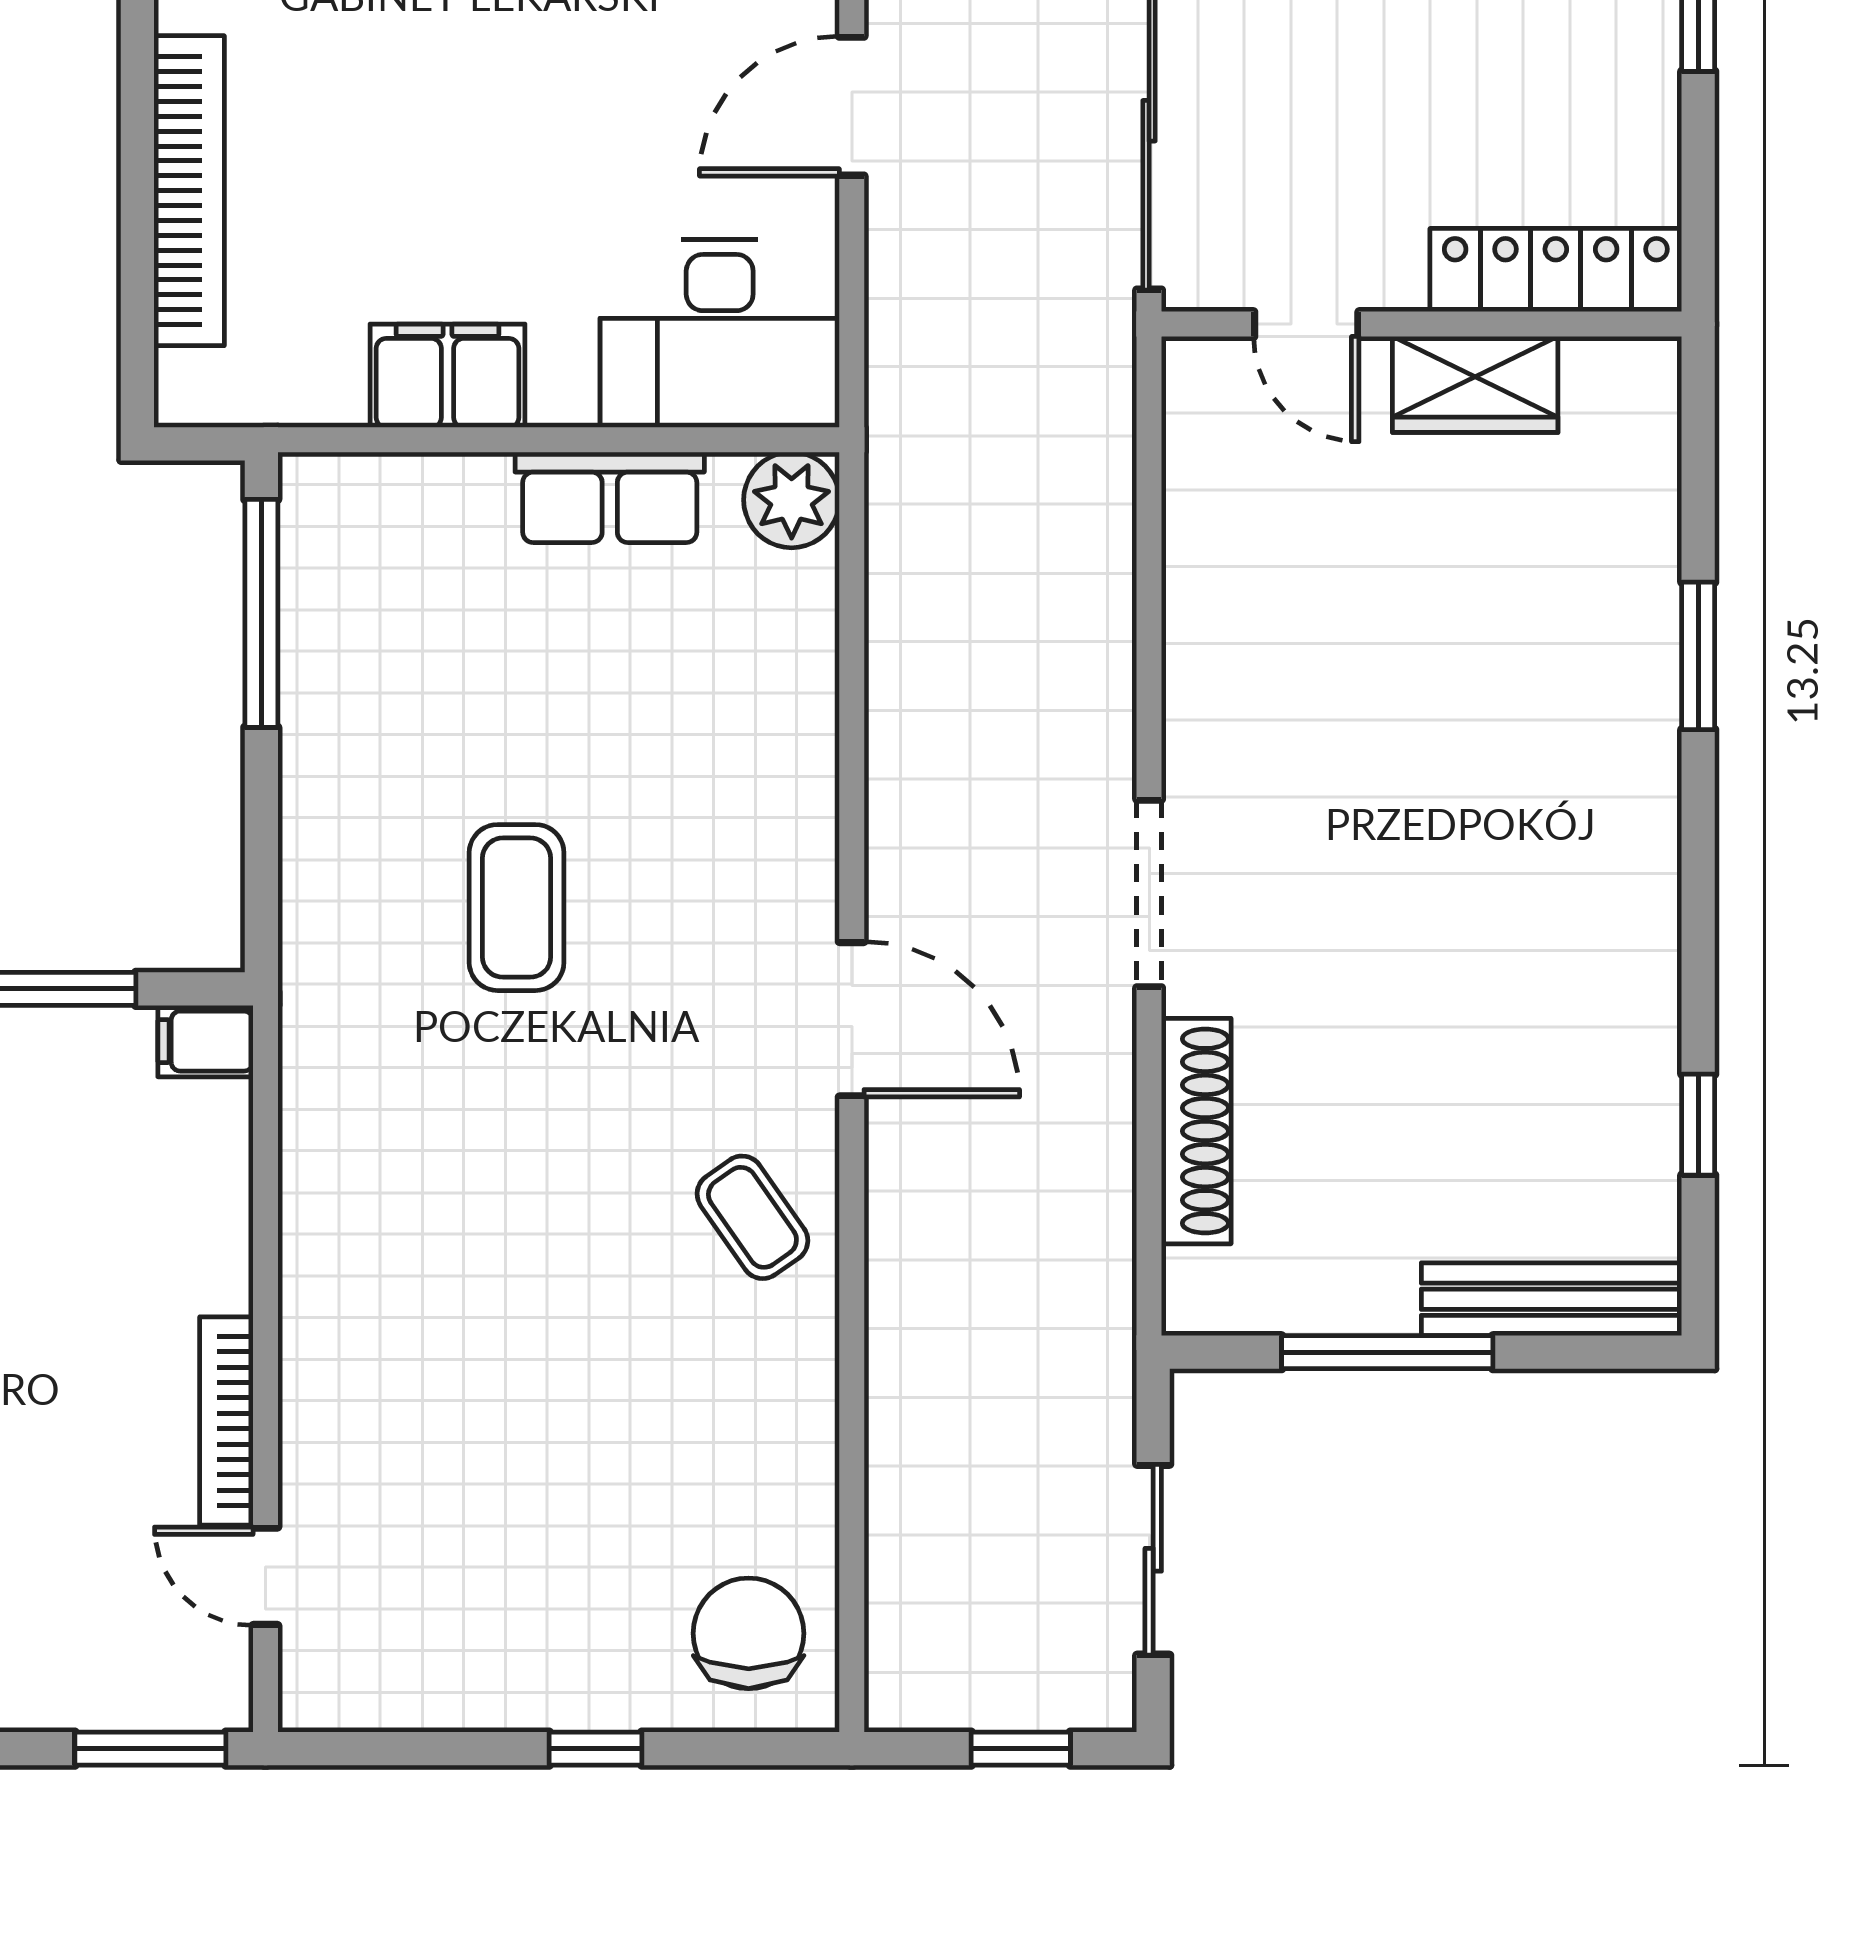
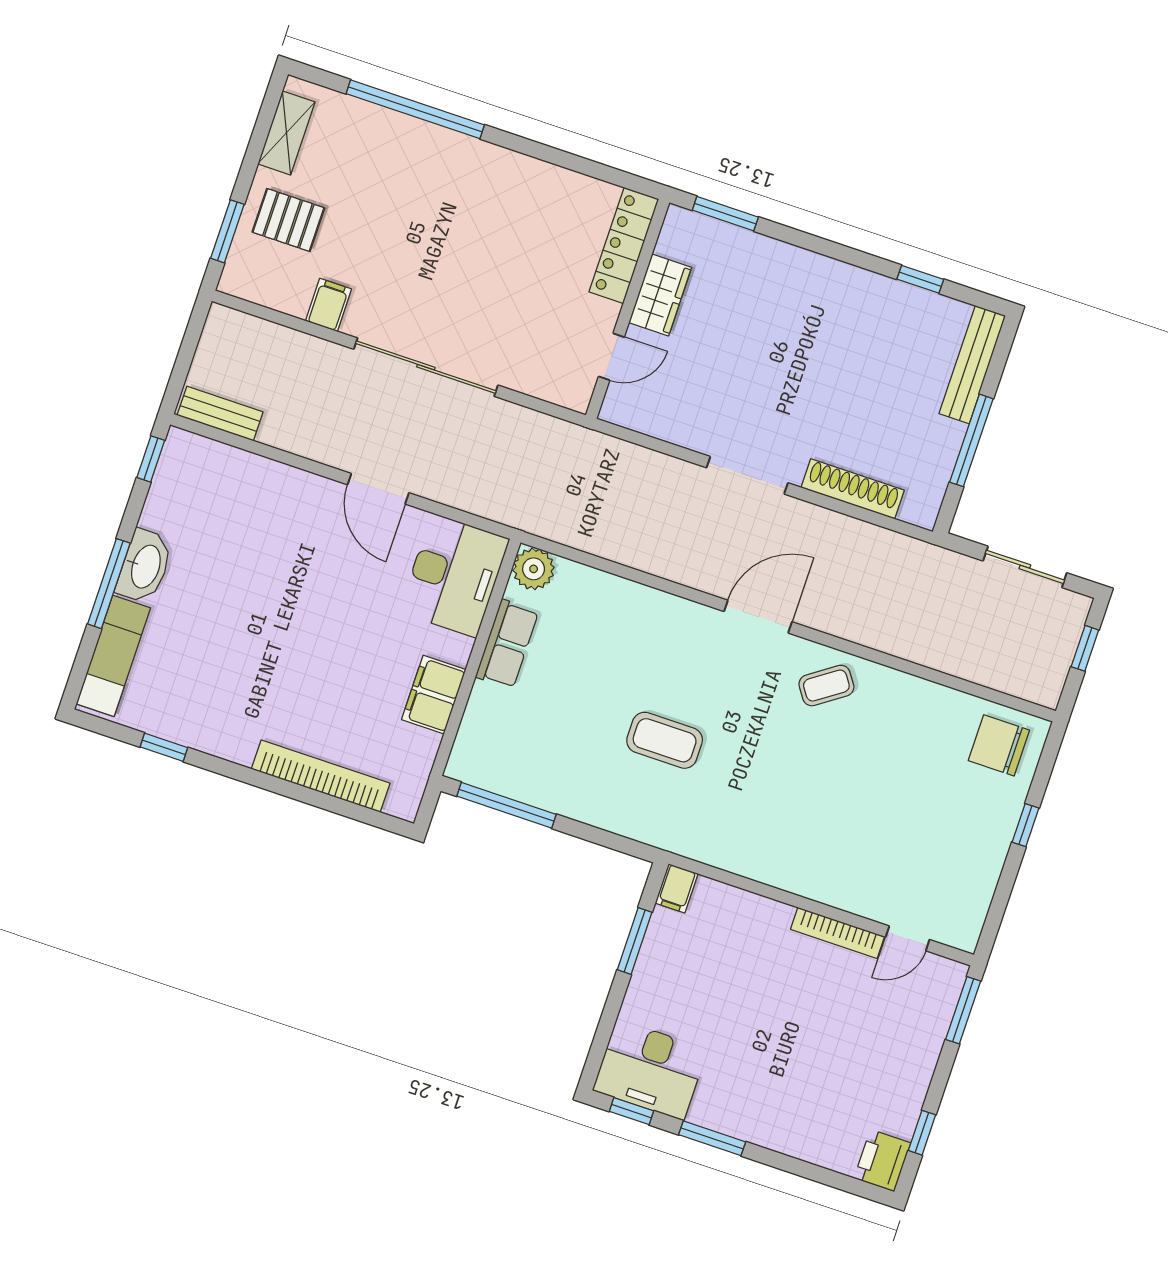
locker: (1556, 270) -> (624, 245), moved
door: (1306, 324) -> (611, 357), moved
wall: (1422, 324) -> (628, 309), moved
wardrobe: (1475, 384) -> (660, 295), moved

